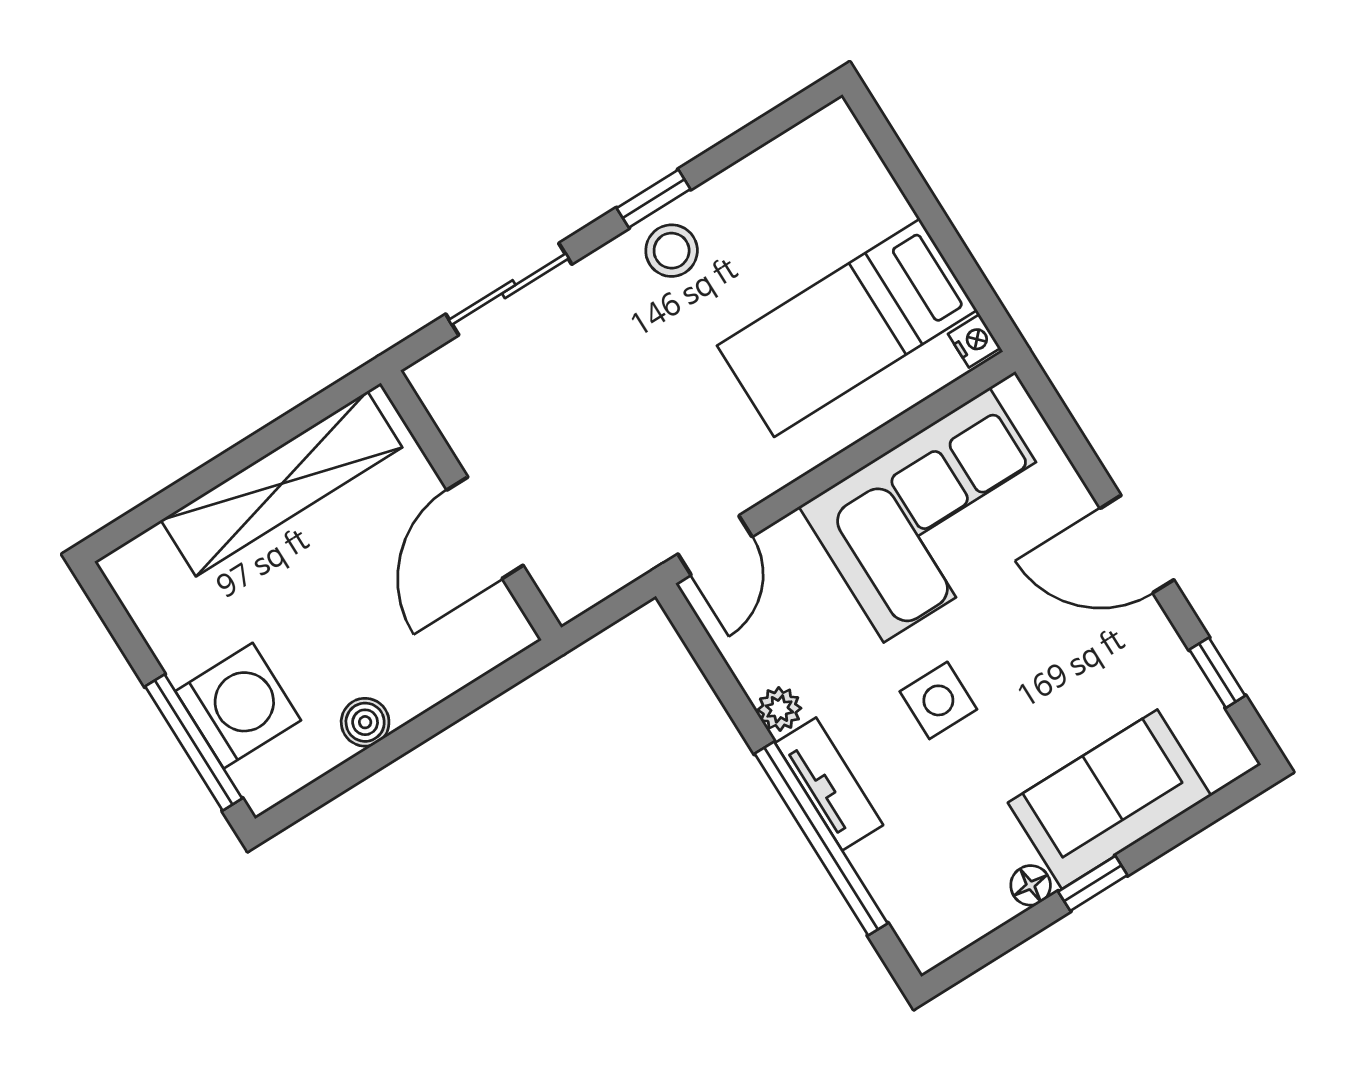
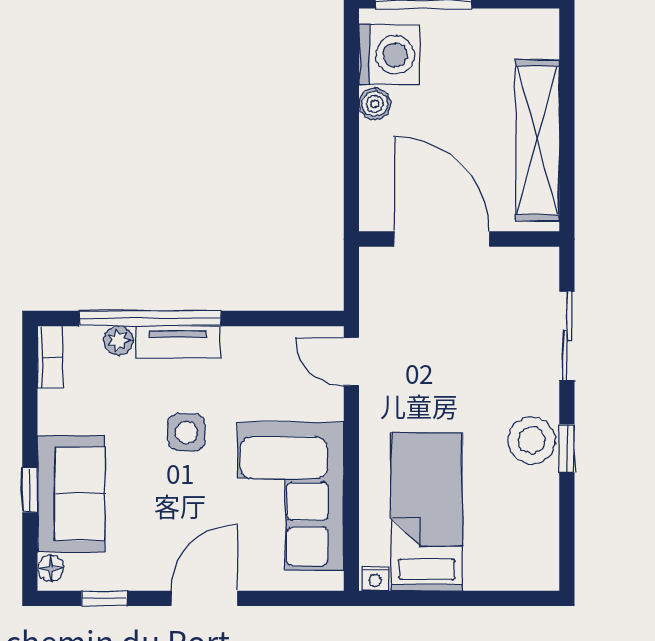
stool: (672, 251) -> (532, 440), width x1.38, depth x1.38
door: (485, 528) -> (442, 239), width x1.36
washing machine: (238, 706) -> (389, 55), moved, turned -90
plant: (779, 709) -> (118, 340), moved
window: (1093, 883) -> (30, 490), moved
floor lamp: (1031, 885) -> (50, 568), moved
bookcase: (951, 936) -> (50, 357), added

